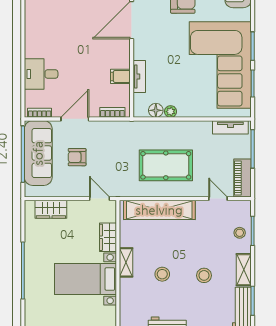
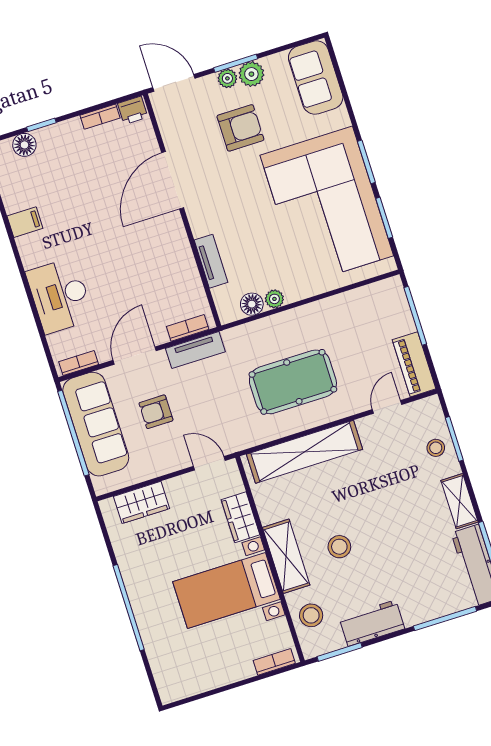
desk: (41, 74) -> (60, 296), width x1.37
filing cabinet: (120, 76) -> (25, 222), moved, turned 180
tv unit: (230, 127) -> (195, 350), moved
door: (218, 199) -> (387, 407), hinge flipped
shelving: (126, 262) -> (286, 556), width x1.50, depth x1.33
stool: (204, 275) -> (311, 615), moved

